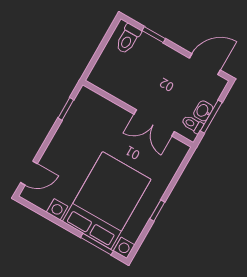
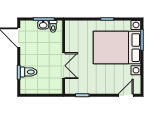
toilet: (128, 39) -> (28, 72), moved
double door: (154, 123) -> (64, 66), moved
door: (29, 173) -> (126, 95), hinge flipped

